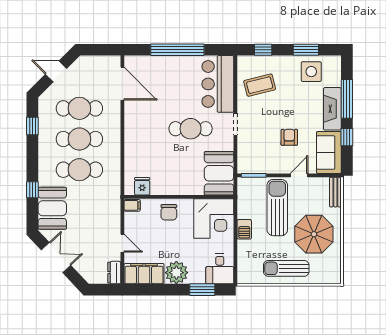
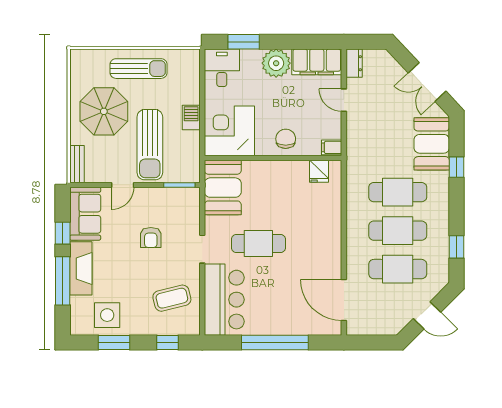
armchair: (289, 137) -> (151, 237), moved

